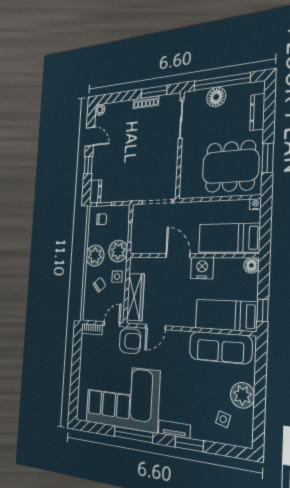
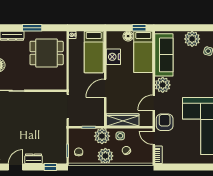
window: (268, 158) -> (32, 28), moved
window: (88, 165) -> (50, 167), moved
dining table: (230, 166) -> (47, 53), width x0.73
dresser: (96, 192) -> (34, 159), moved
floor lamp: (251, 265) -> (128, 36), moved
nightstand: (202, 268) -> (113, 57), moved
wardrobe: (135, 297) -> (123, 120), moved
door: (156, 327) -> (154, 103), swing flipped
plant: (178, 342) -> (163, 85), added

